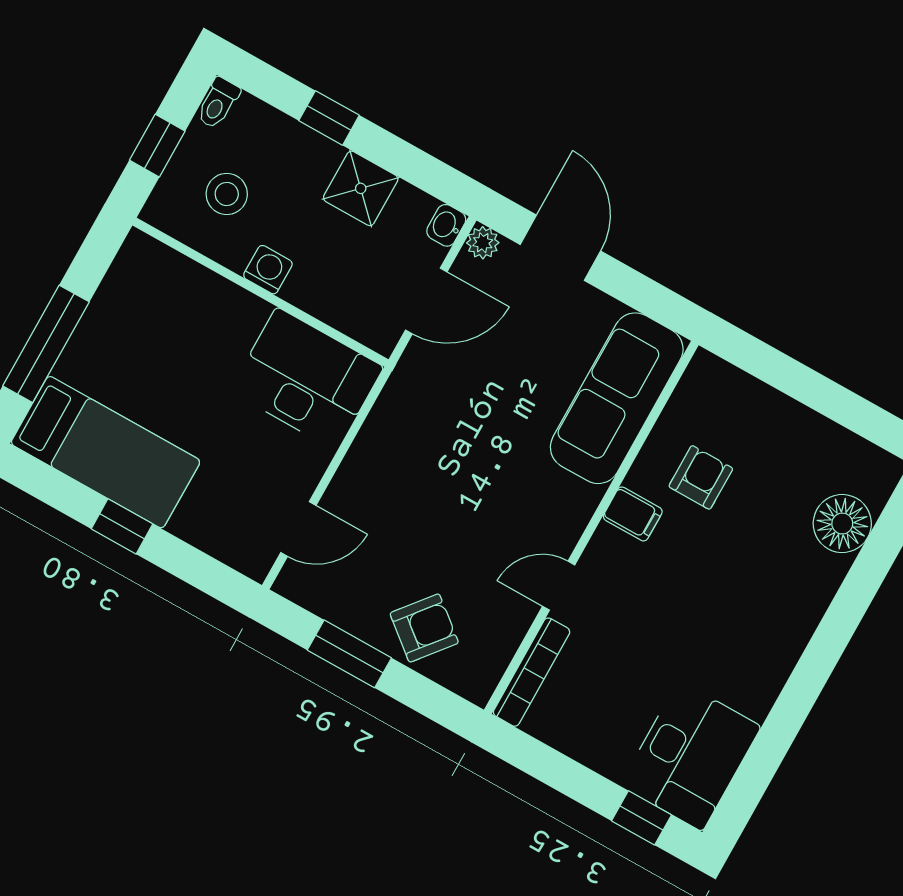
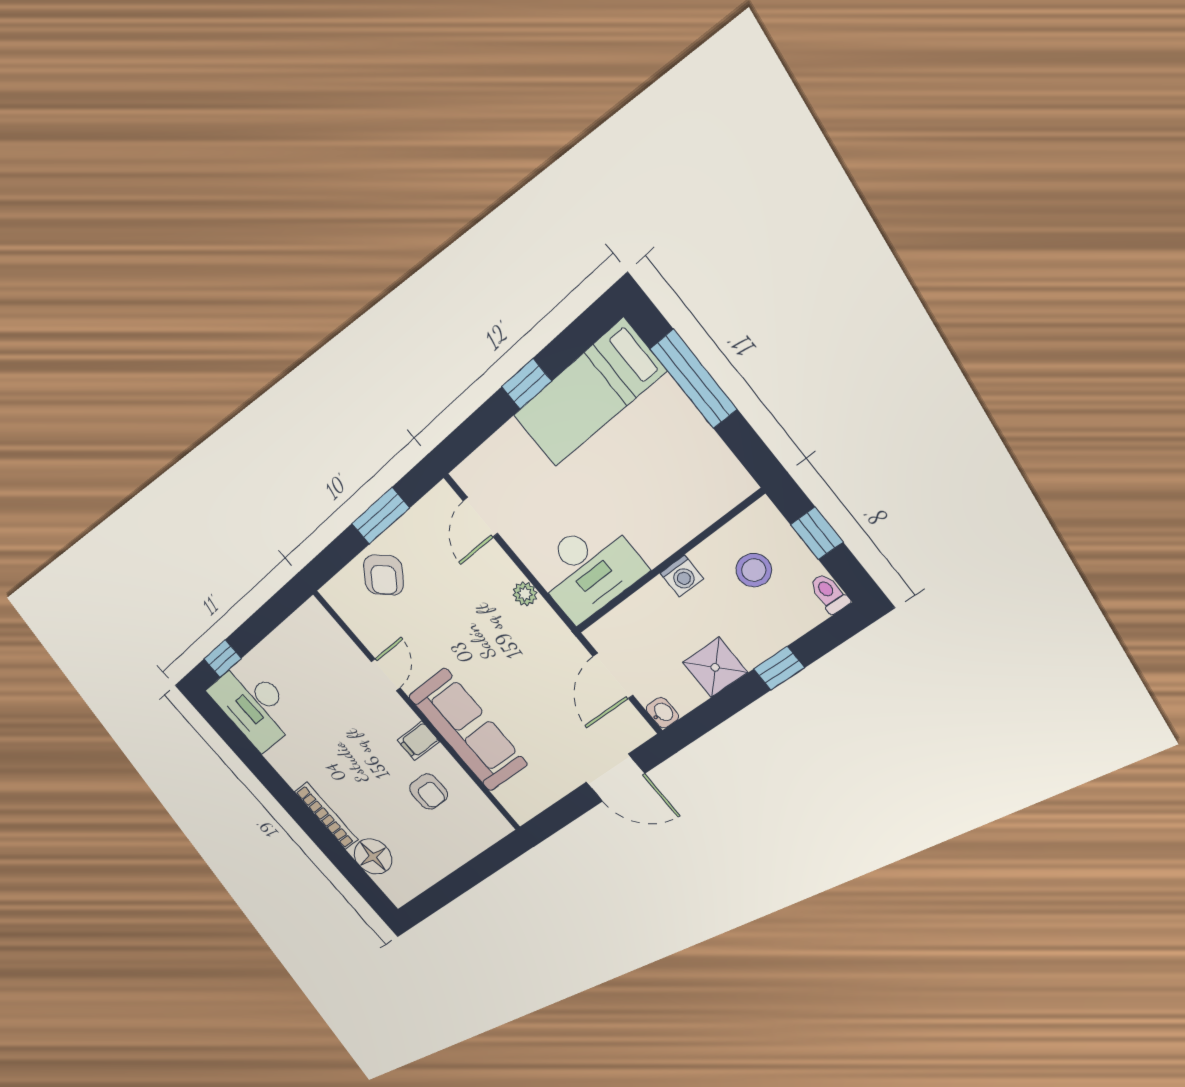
plant: (483, 243) -> (525, 594), moved
sofa: (617, 398) -> (468, 730), moved
bookcase: (532, 672) -> (326, 816), moved, turned 180

